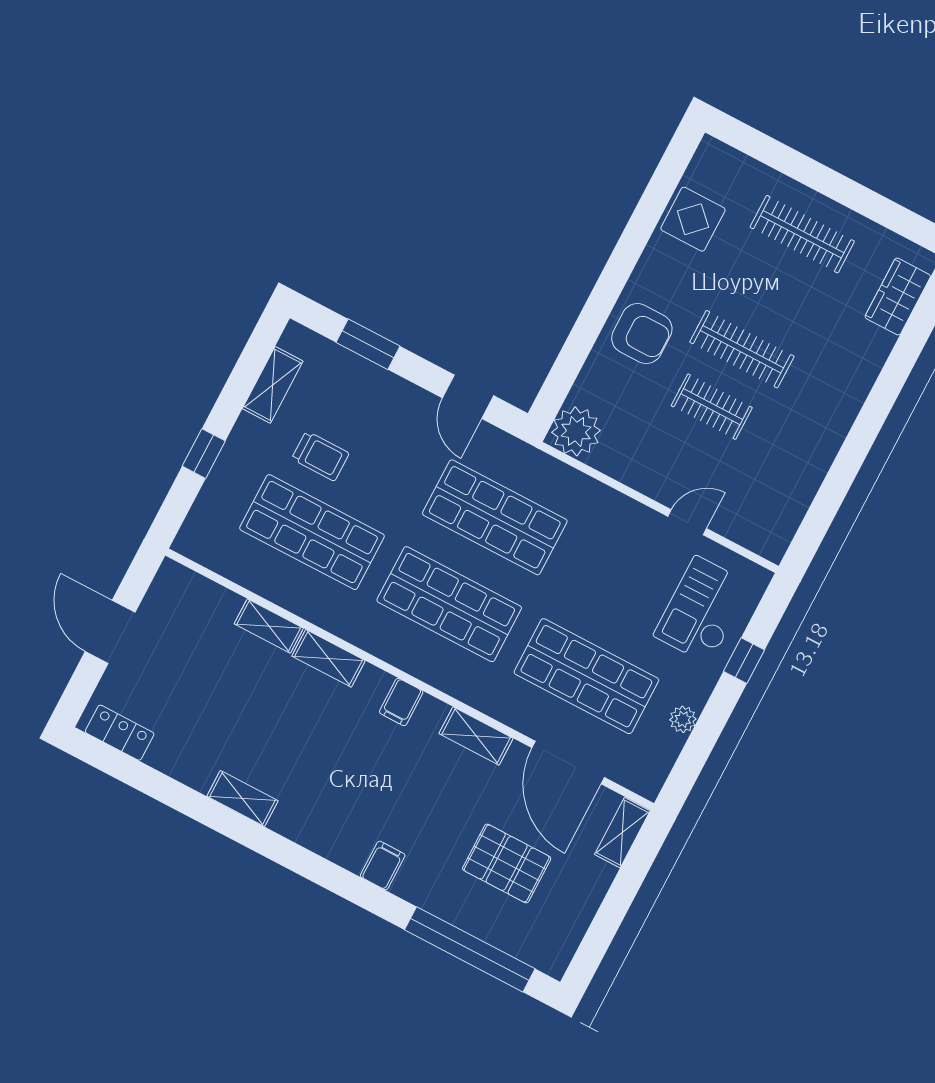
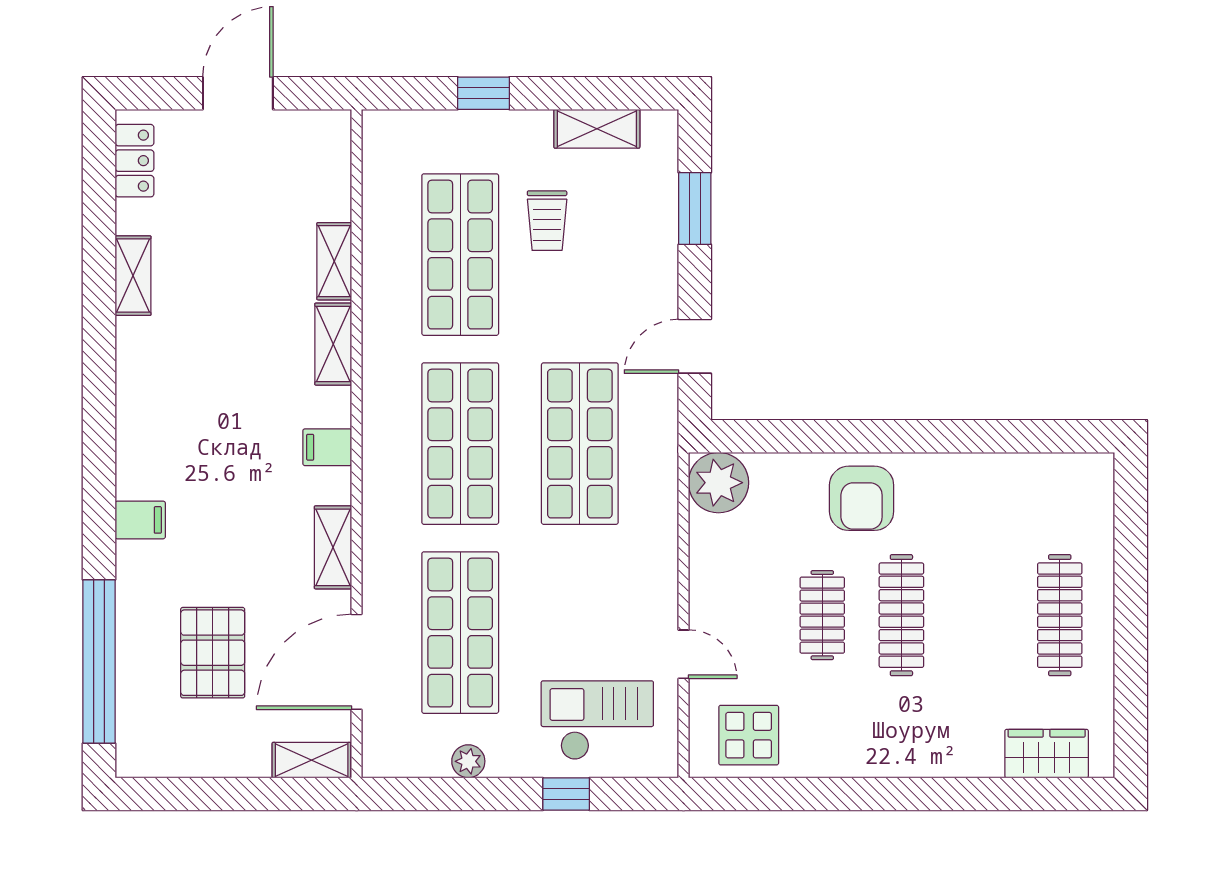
display table: (693, 219) -> (749, 735), moved
shelving: (242, 798) -> (133, 276), moved

